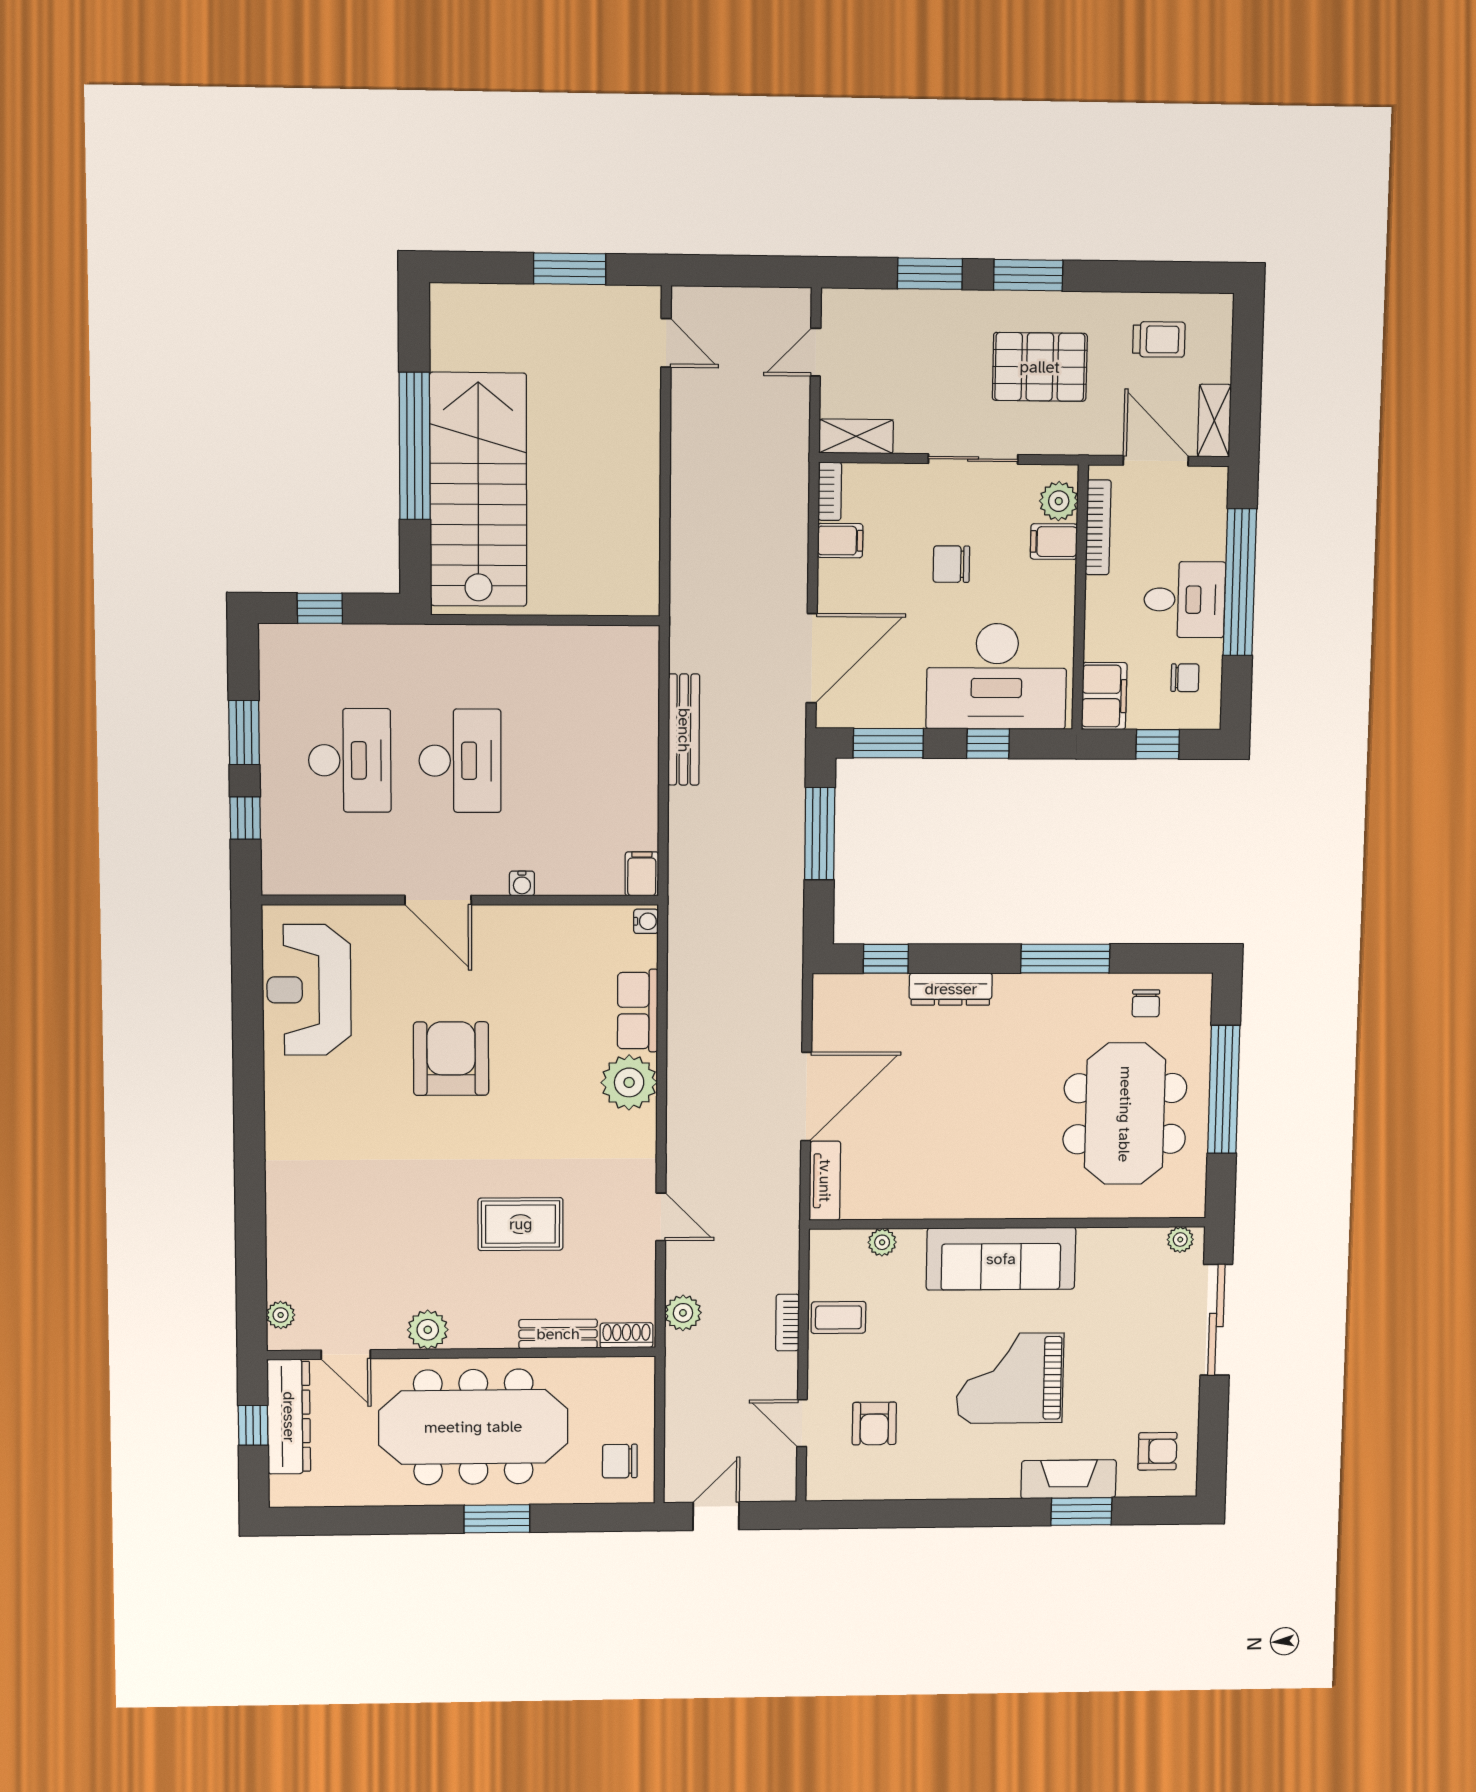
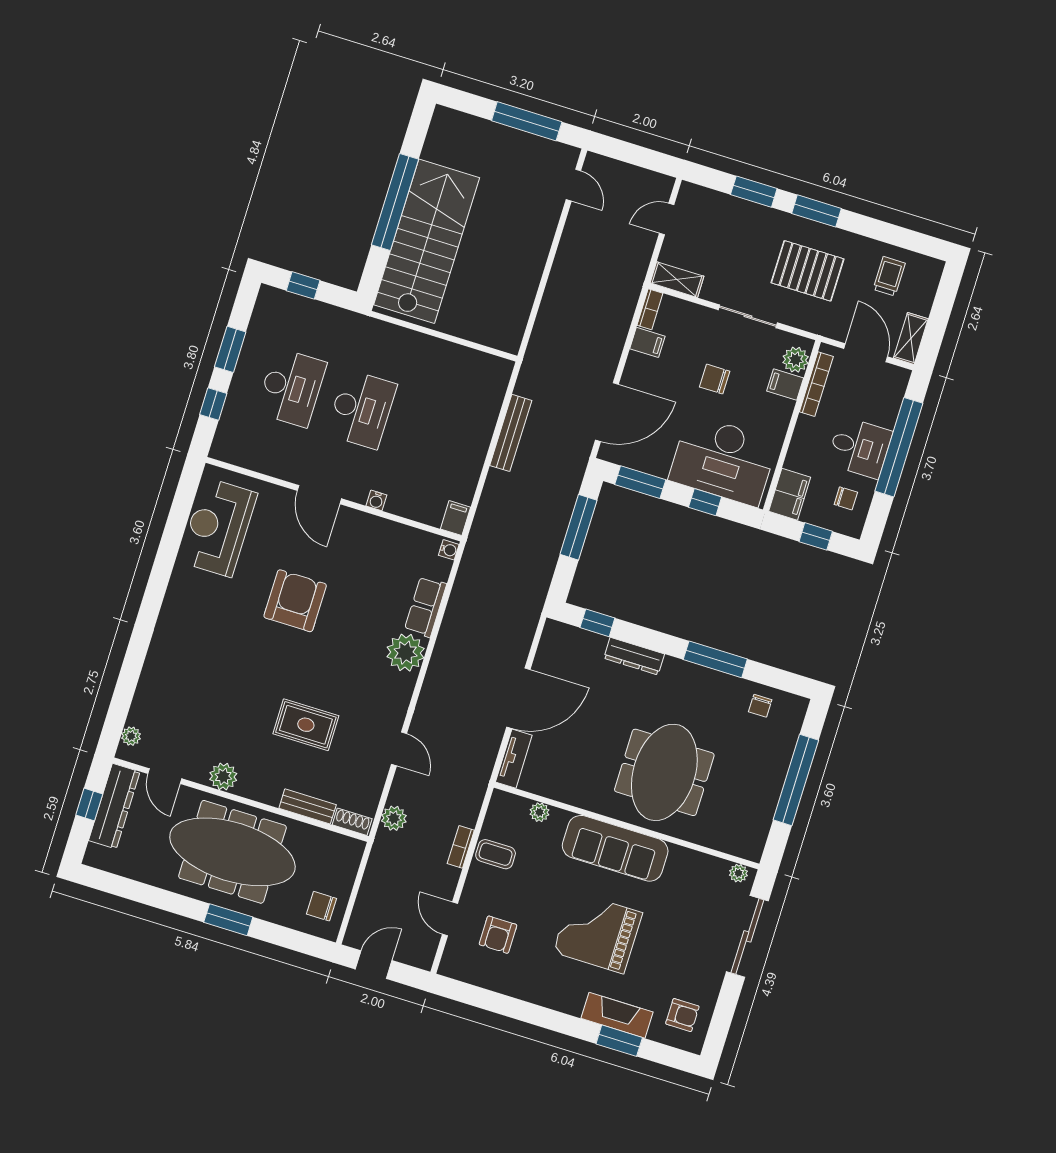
window: (570, 269) -> (527, 121), width x1.44
trolley: (1159, 339) -> (889, 276), turned -90
meeting table: (1125, 1114) -> (664, 772), moved

